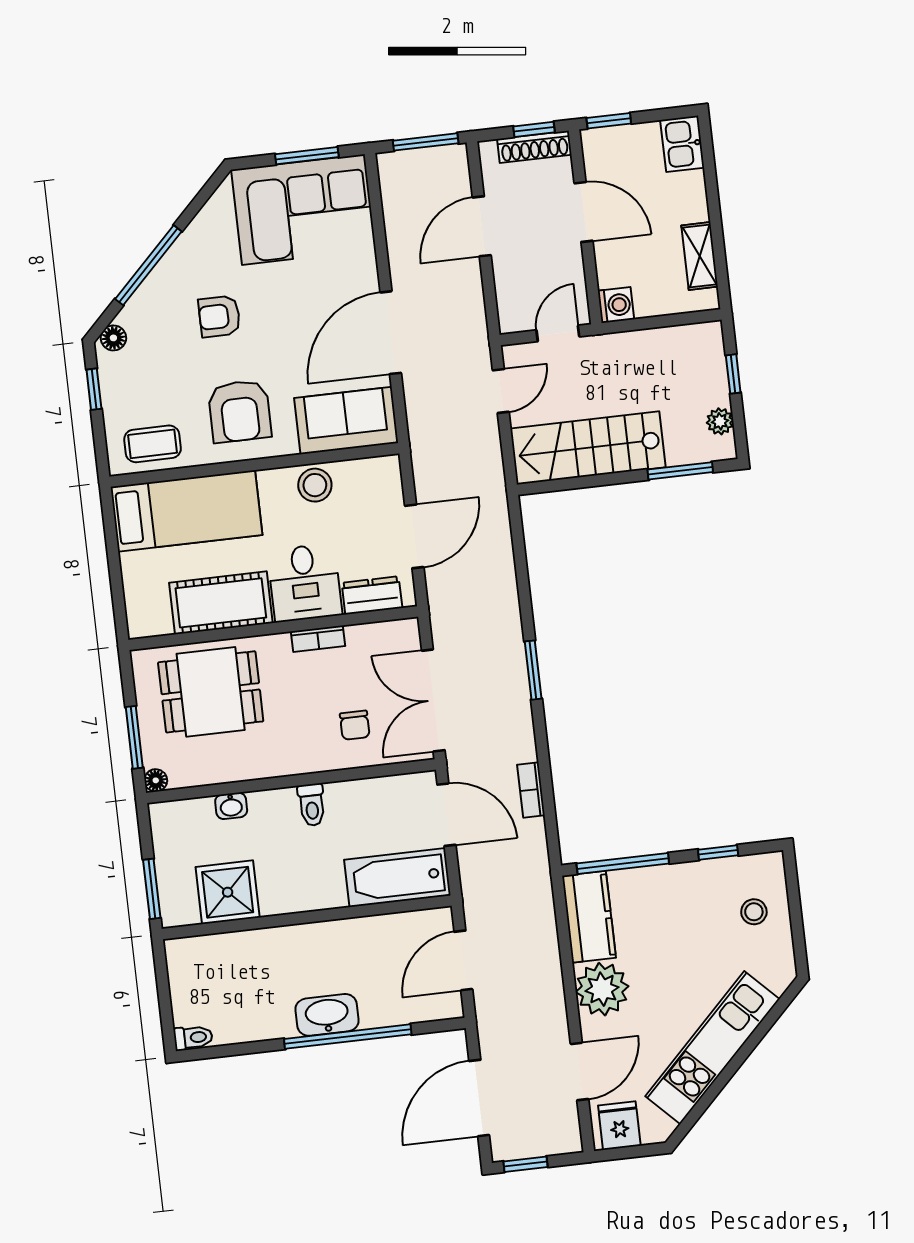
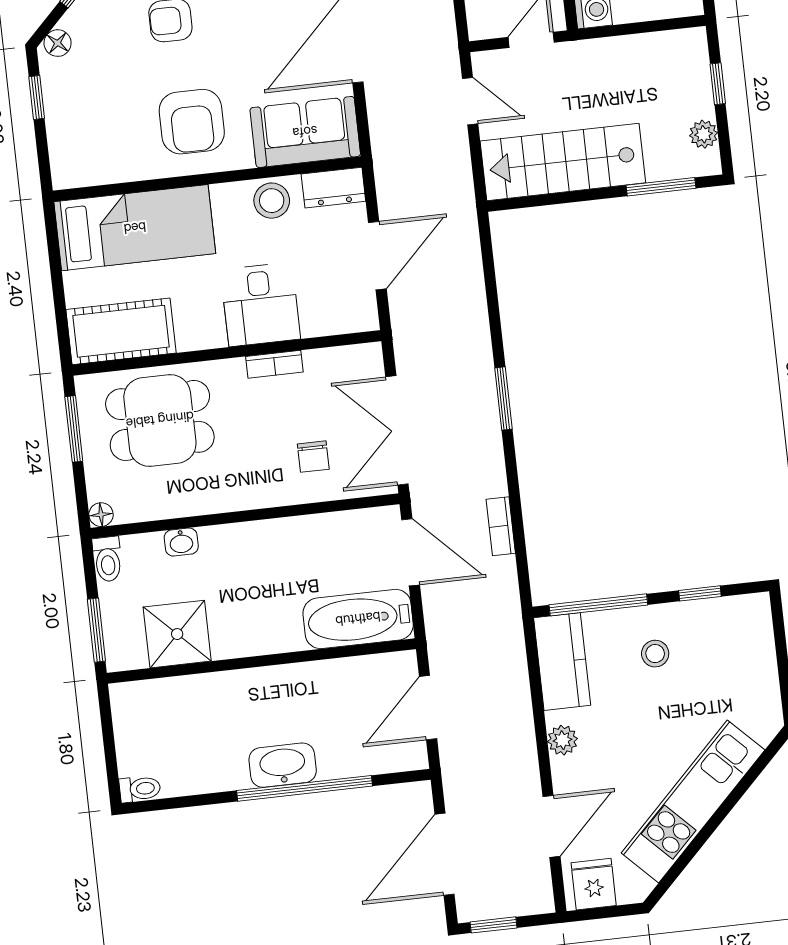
door: (501, 391) -> (470, 101), hinge flipped
coffee table: (153, 444) -> (99, 156), removed
dresser: (372, 595) -> (333, 188), moved, turned 180
cot: (221, 603) -> (121, 331), moved
window: (134, 737) -> (74, 429), moved
toilet: (312, 805) -> (108, 559), moved
stool: (754, 912) -> (655, 654), moved
plant: (602, 989) -> (563, 740), width x0.53, depth x0.53

